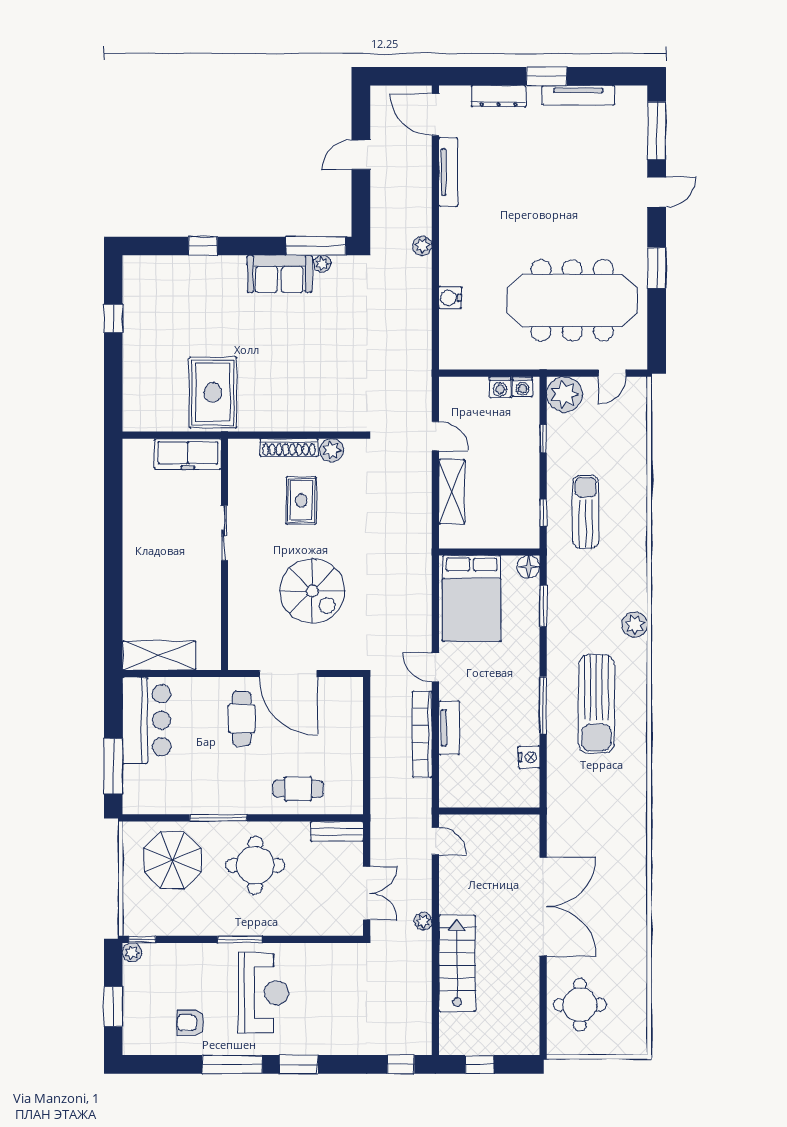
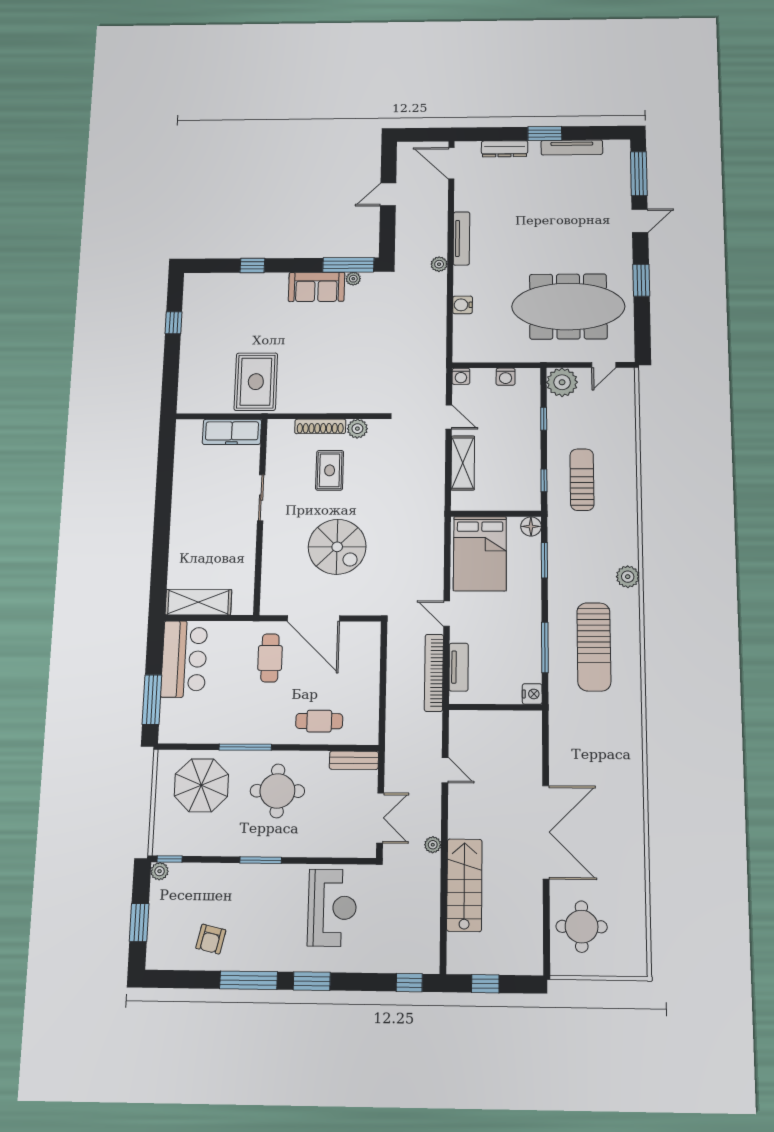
tv unit: (448, 172) -> (461, 238), moved
washing machine: (522, 387) -> (461, 376), moved
wall: (489, 811) -> (495, 707), moved
reception desk: (263, 993) -> (332, 908), moved
armchair: (190, 1023) -> (211, 939), turned -77

